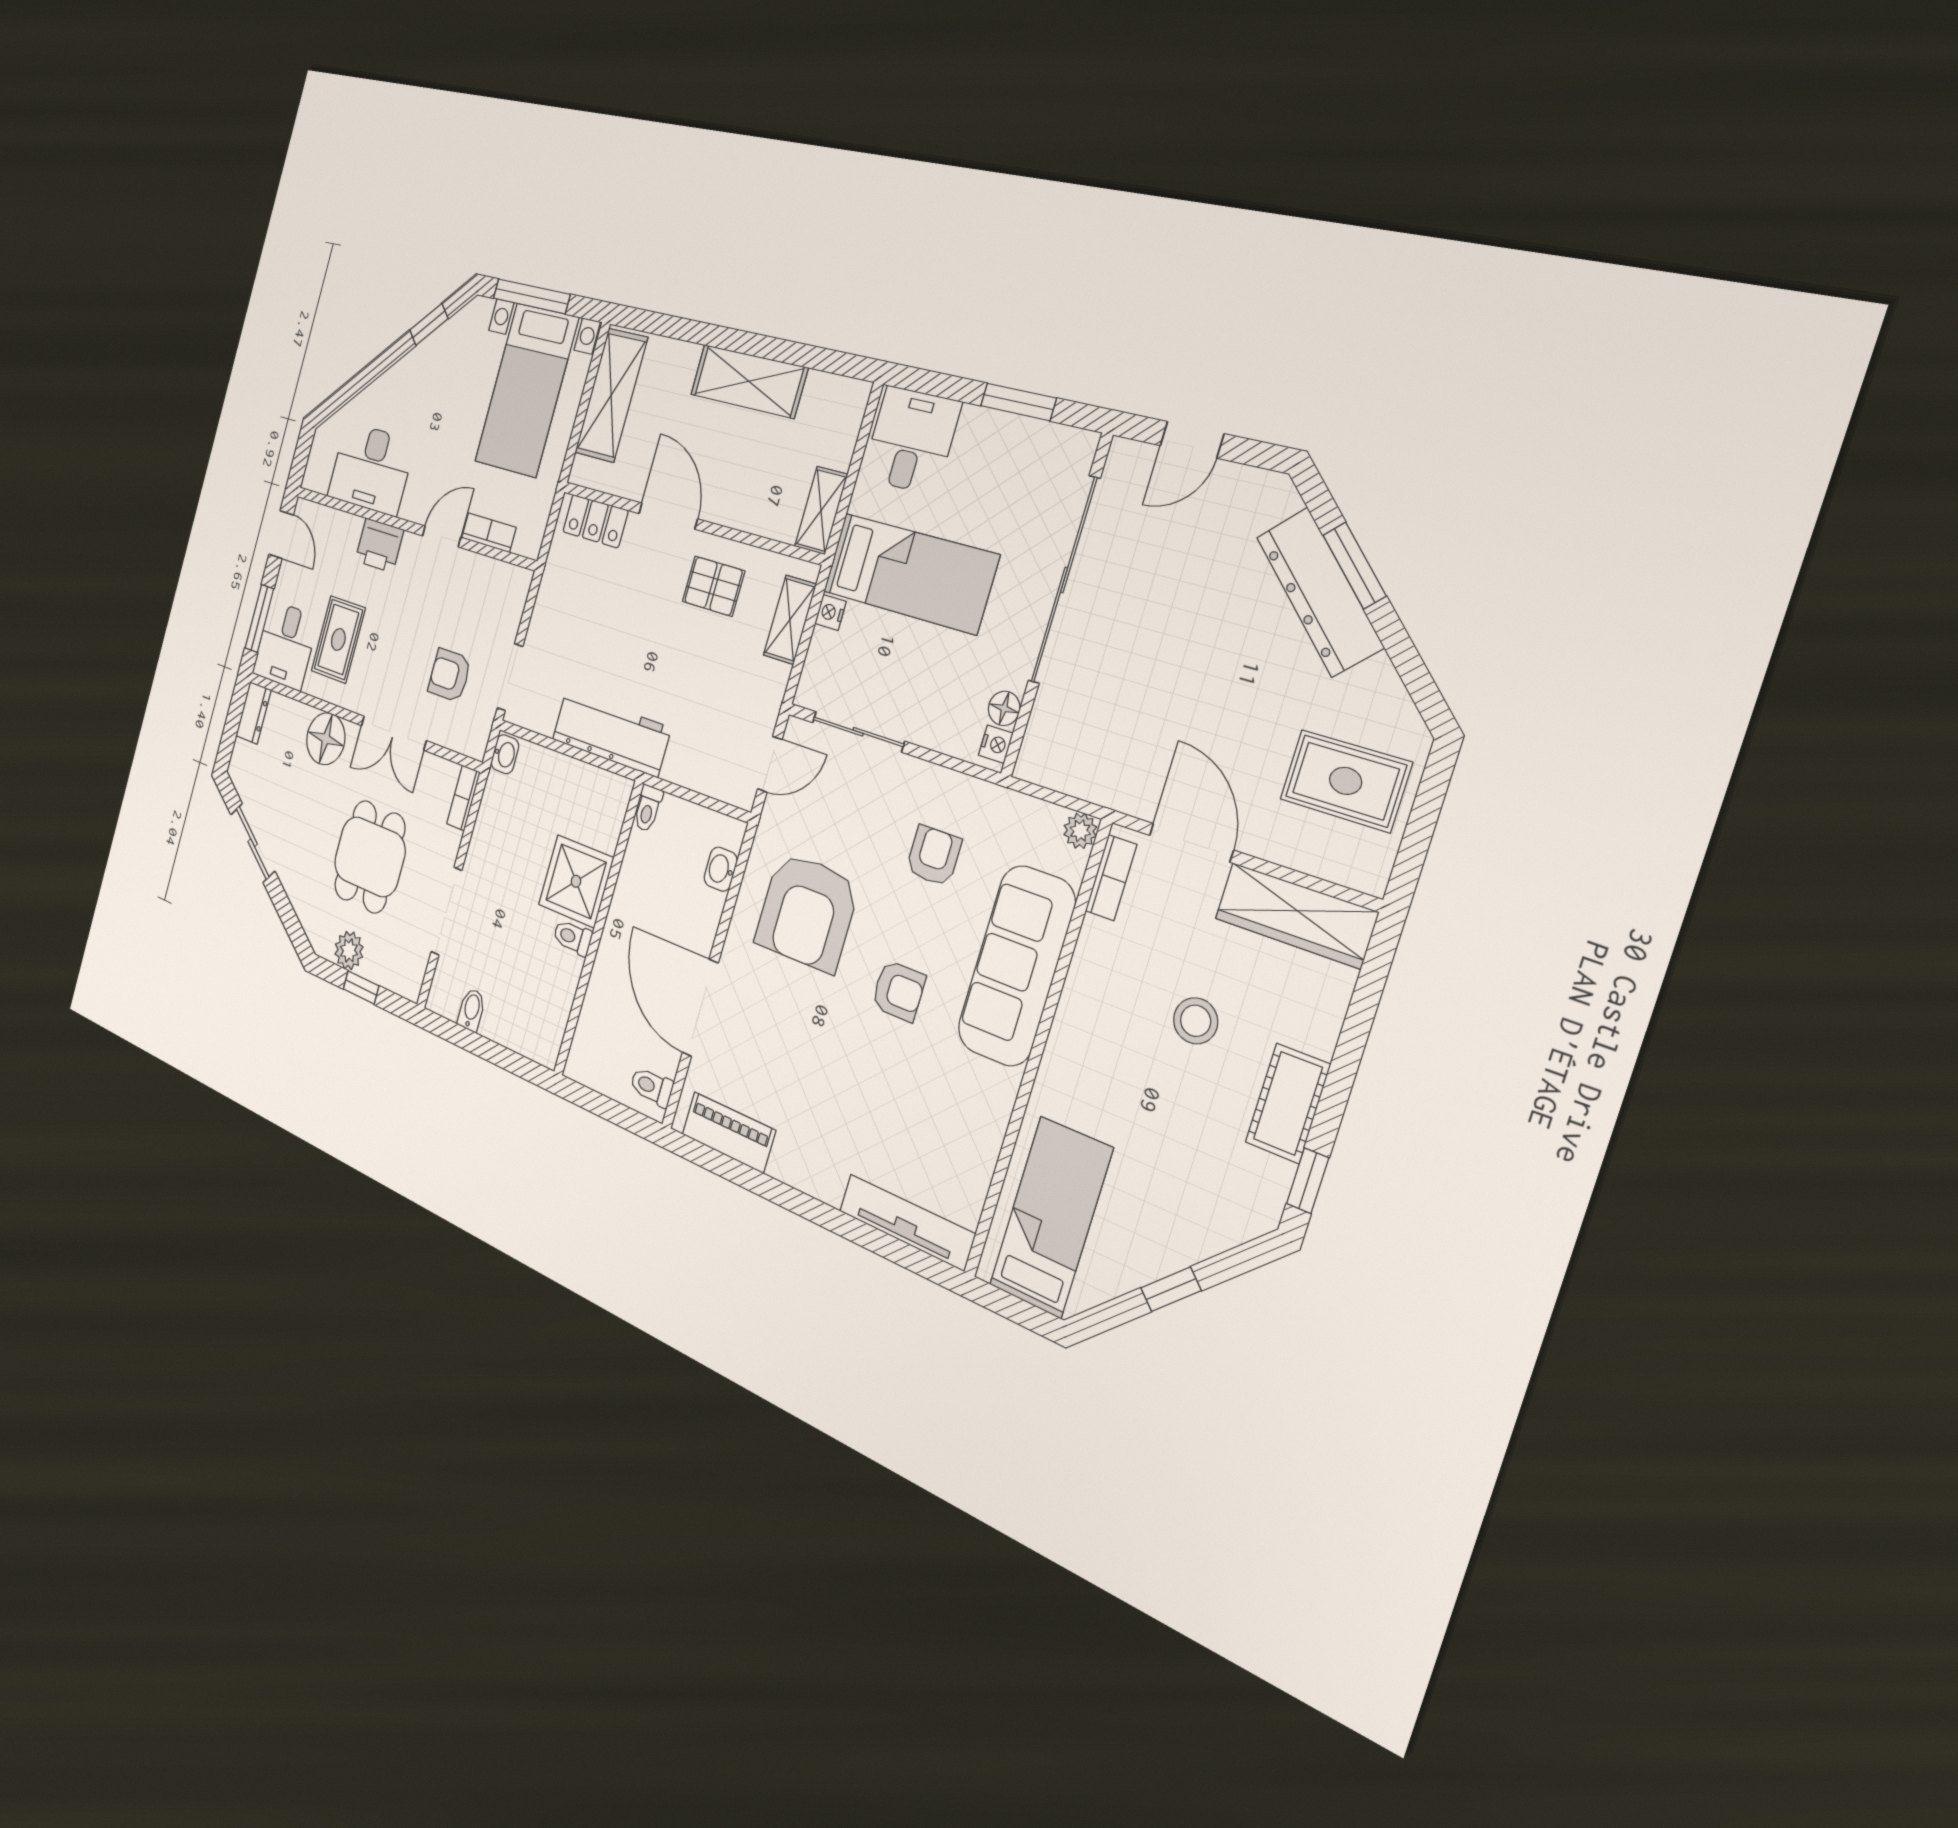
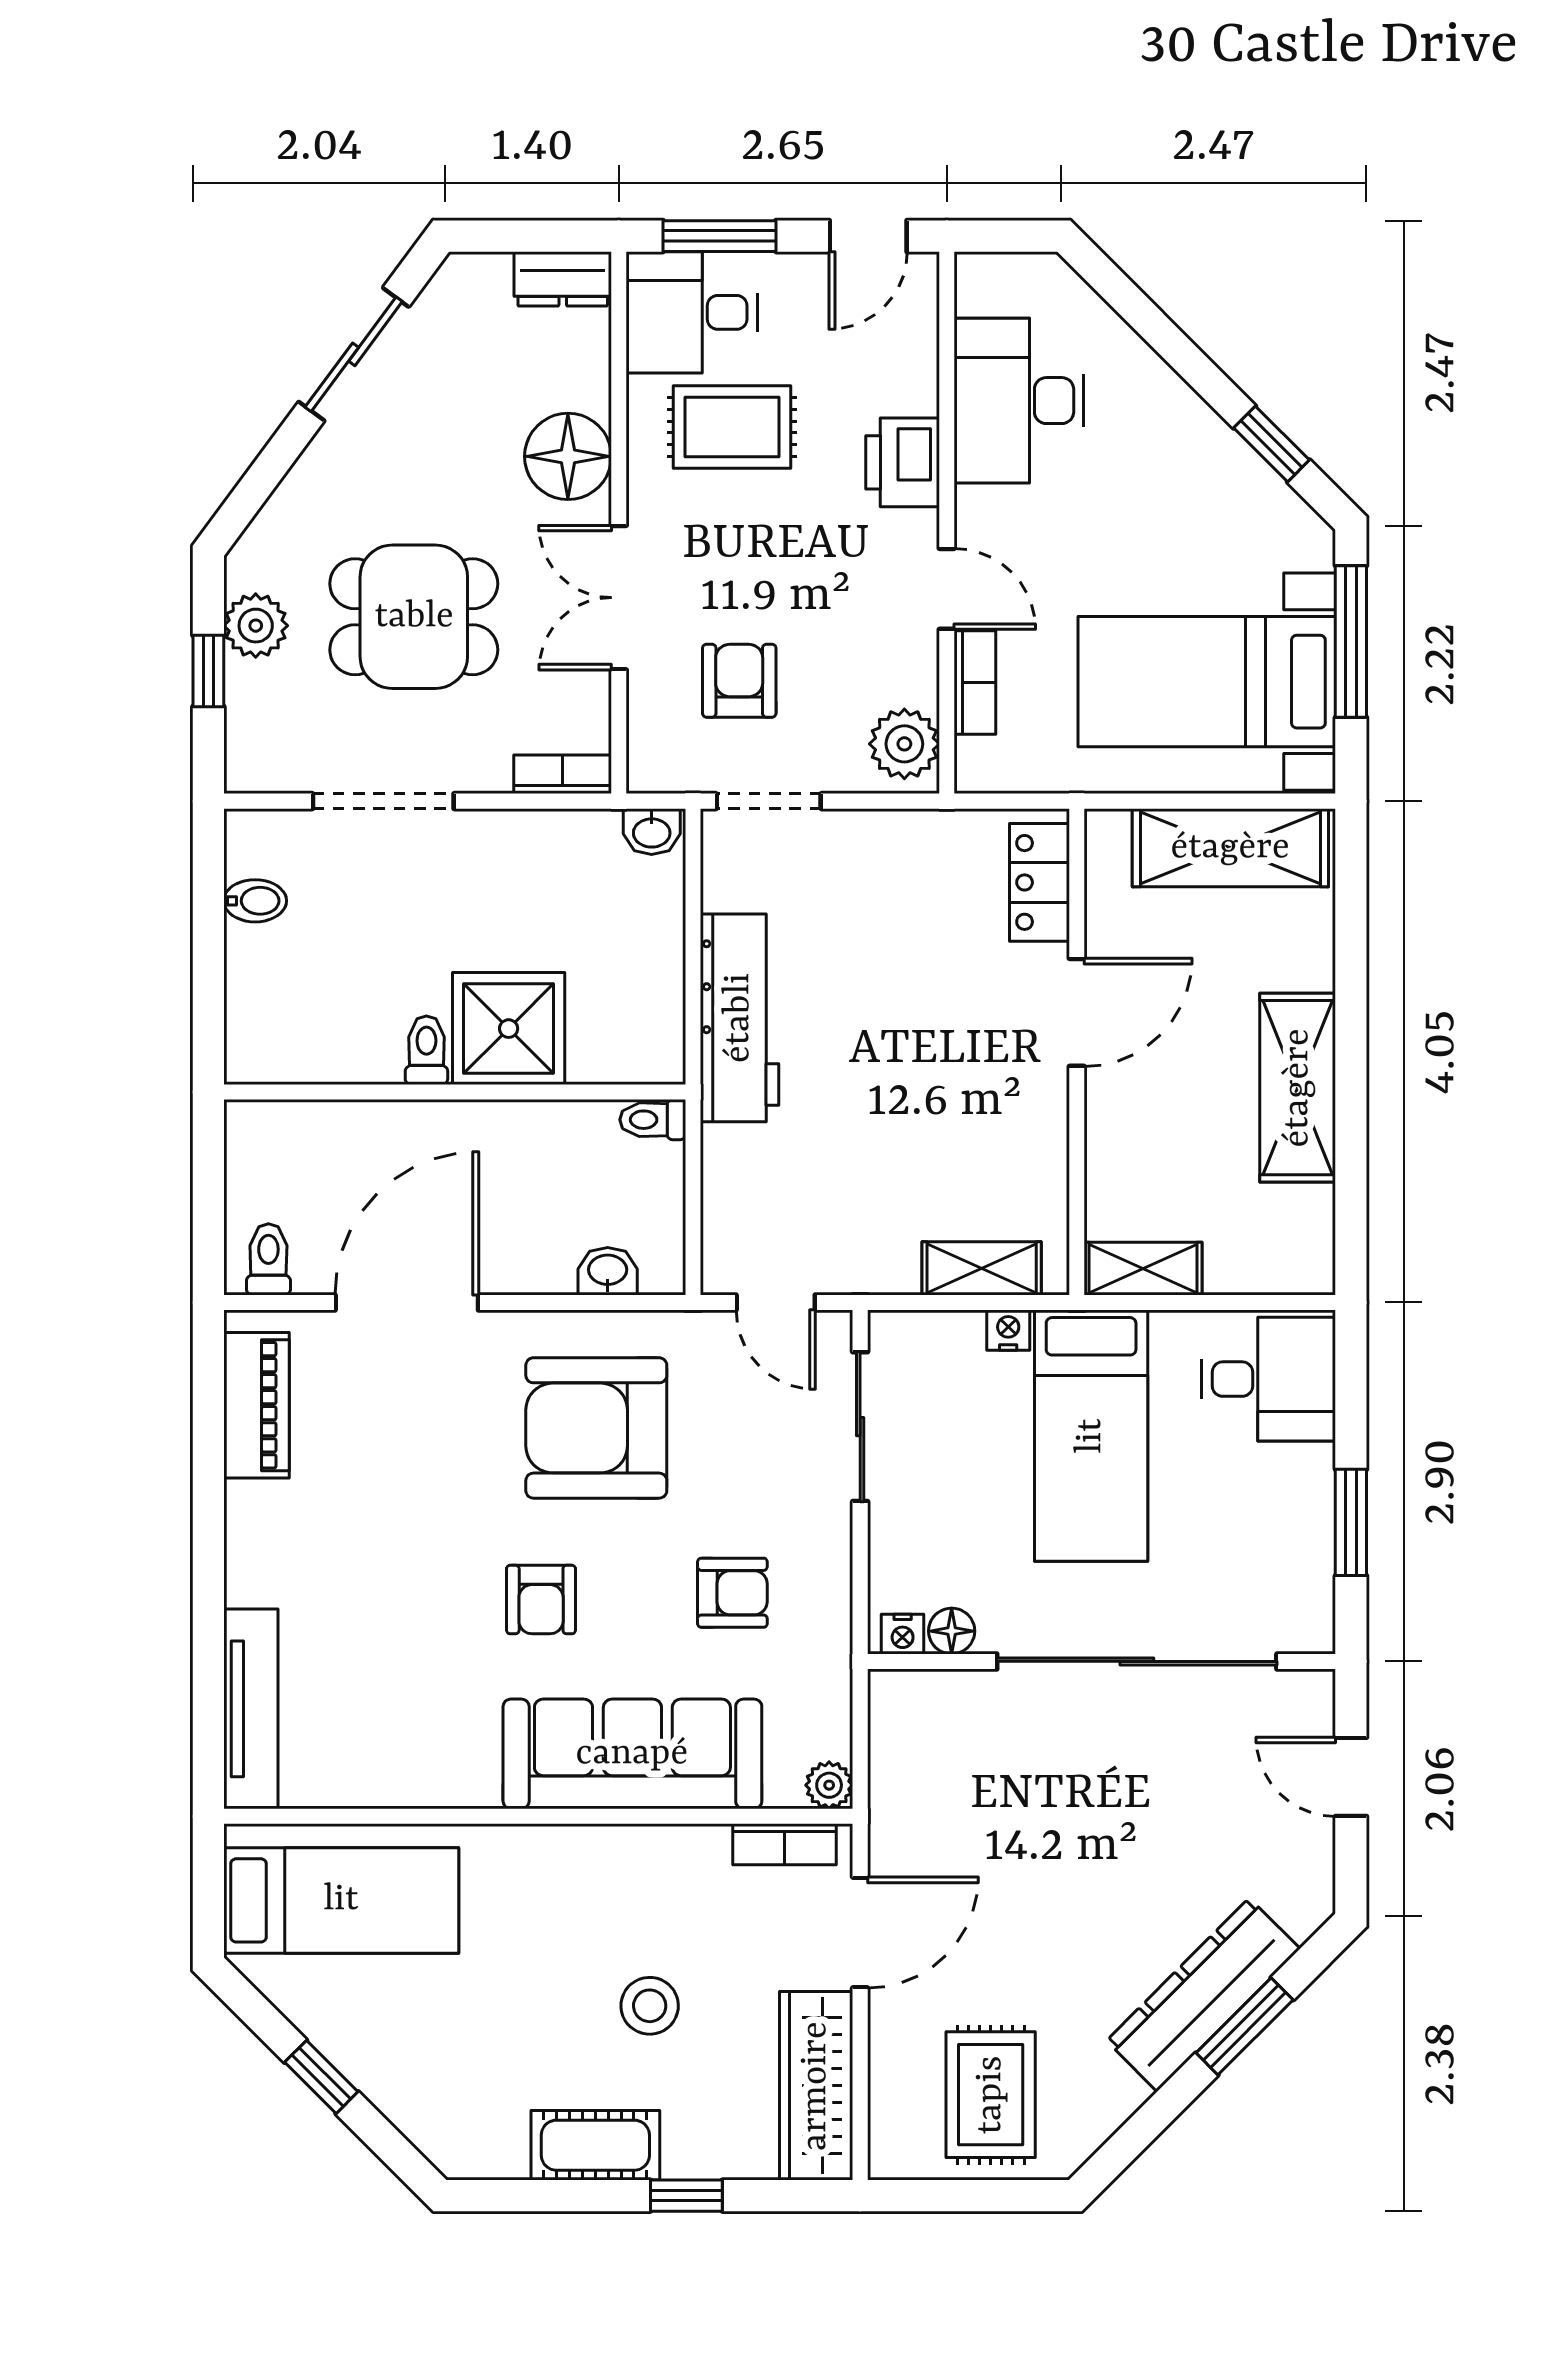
plant: (506, 585) -> (904, 744), added
pallet: (713, 586) -> (996, 1125), removed
window: (1308, 1181) -> (686, 2196), moved

